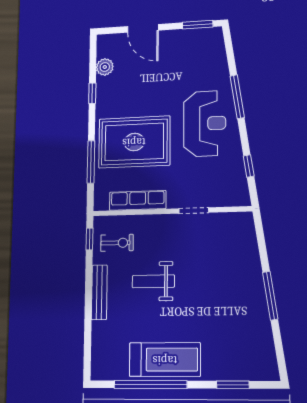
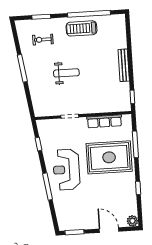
plant: (105, 67) -> (132, 221), moved
exercise bike: (117, 243) -> (43, 40), moved
weight bench: (153, 281) -> (66, 73), moved
treadmill: (165, 360) -> (82, 28), width x0.73, depth x0.73

